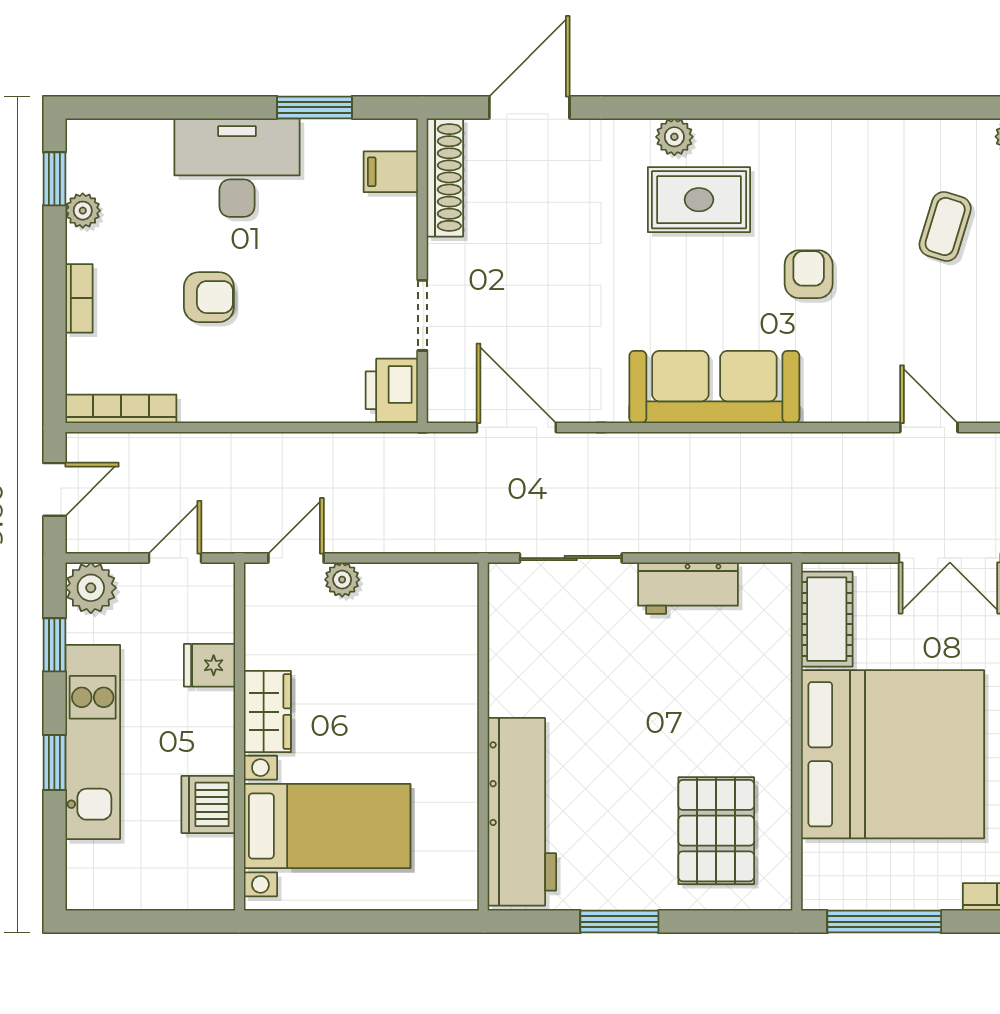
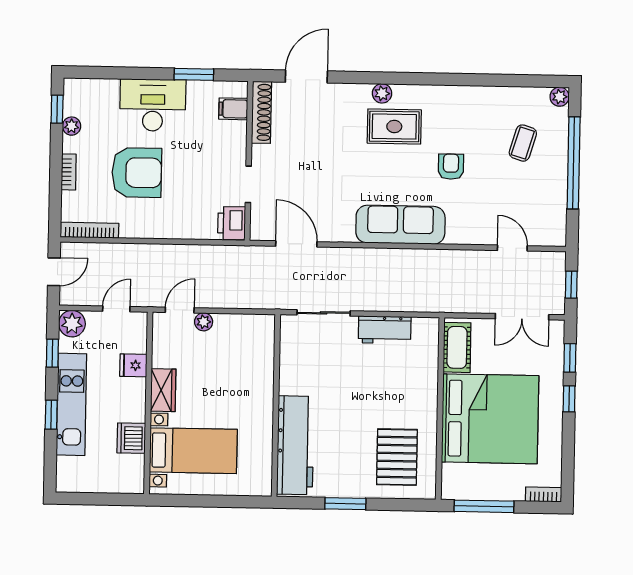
armchair: (209, 297) -> (137, 173), width x1.88, depth x1.88

